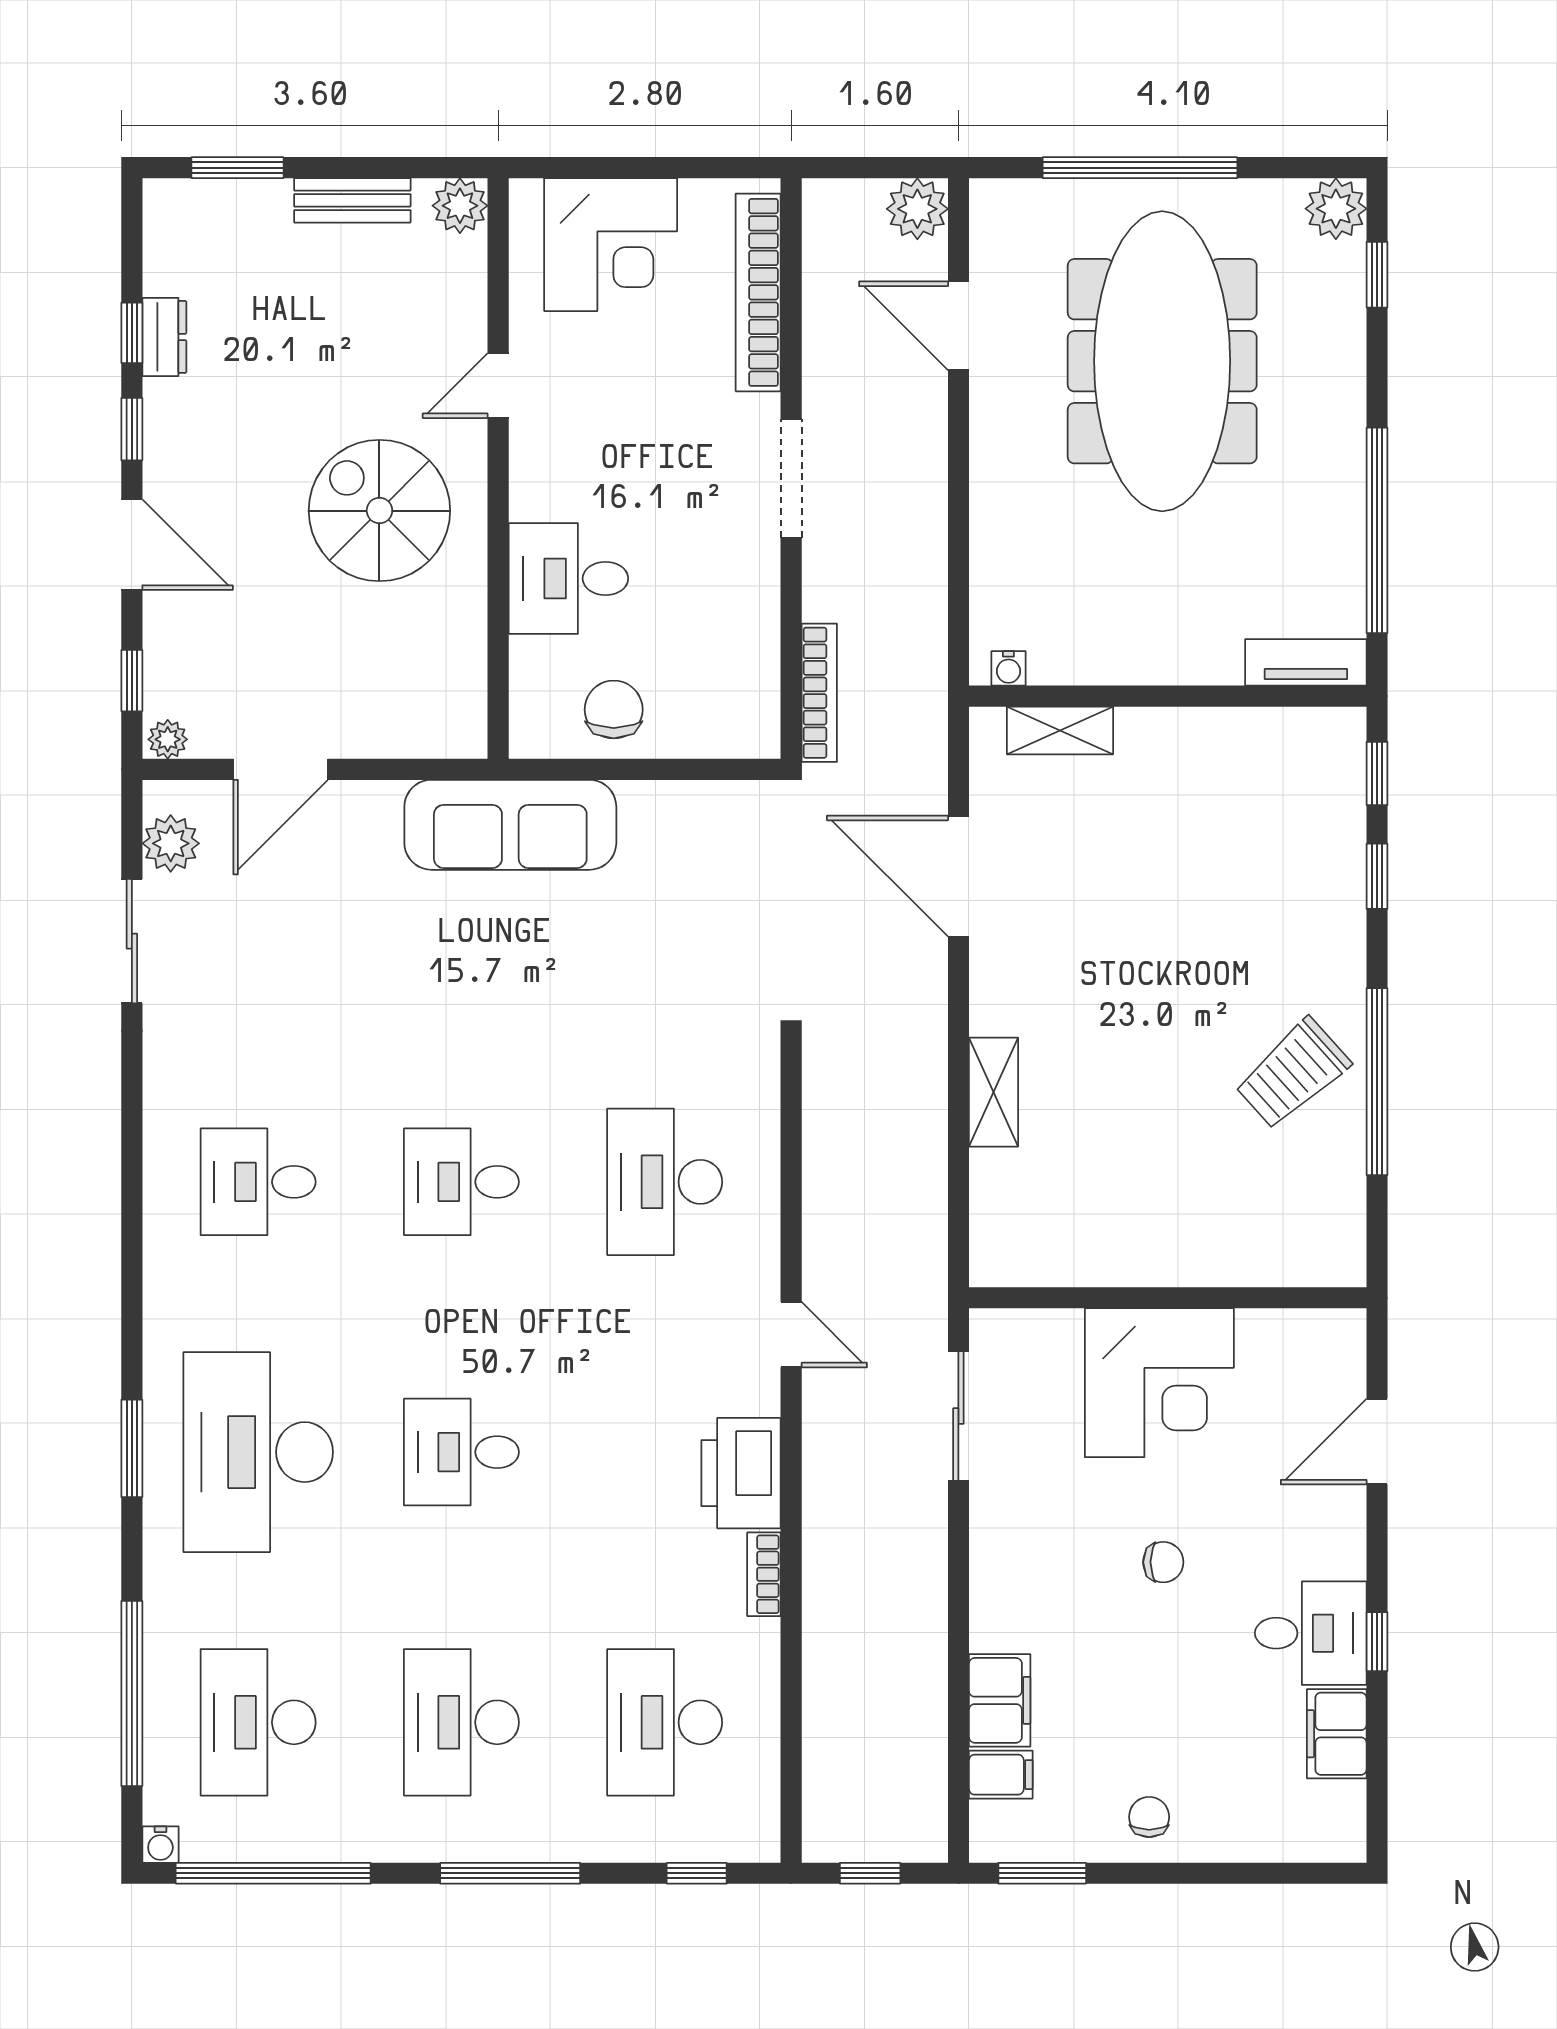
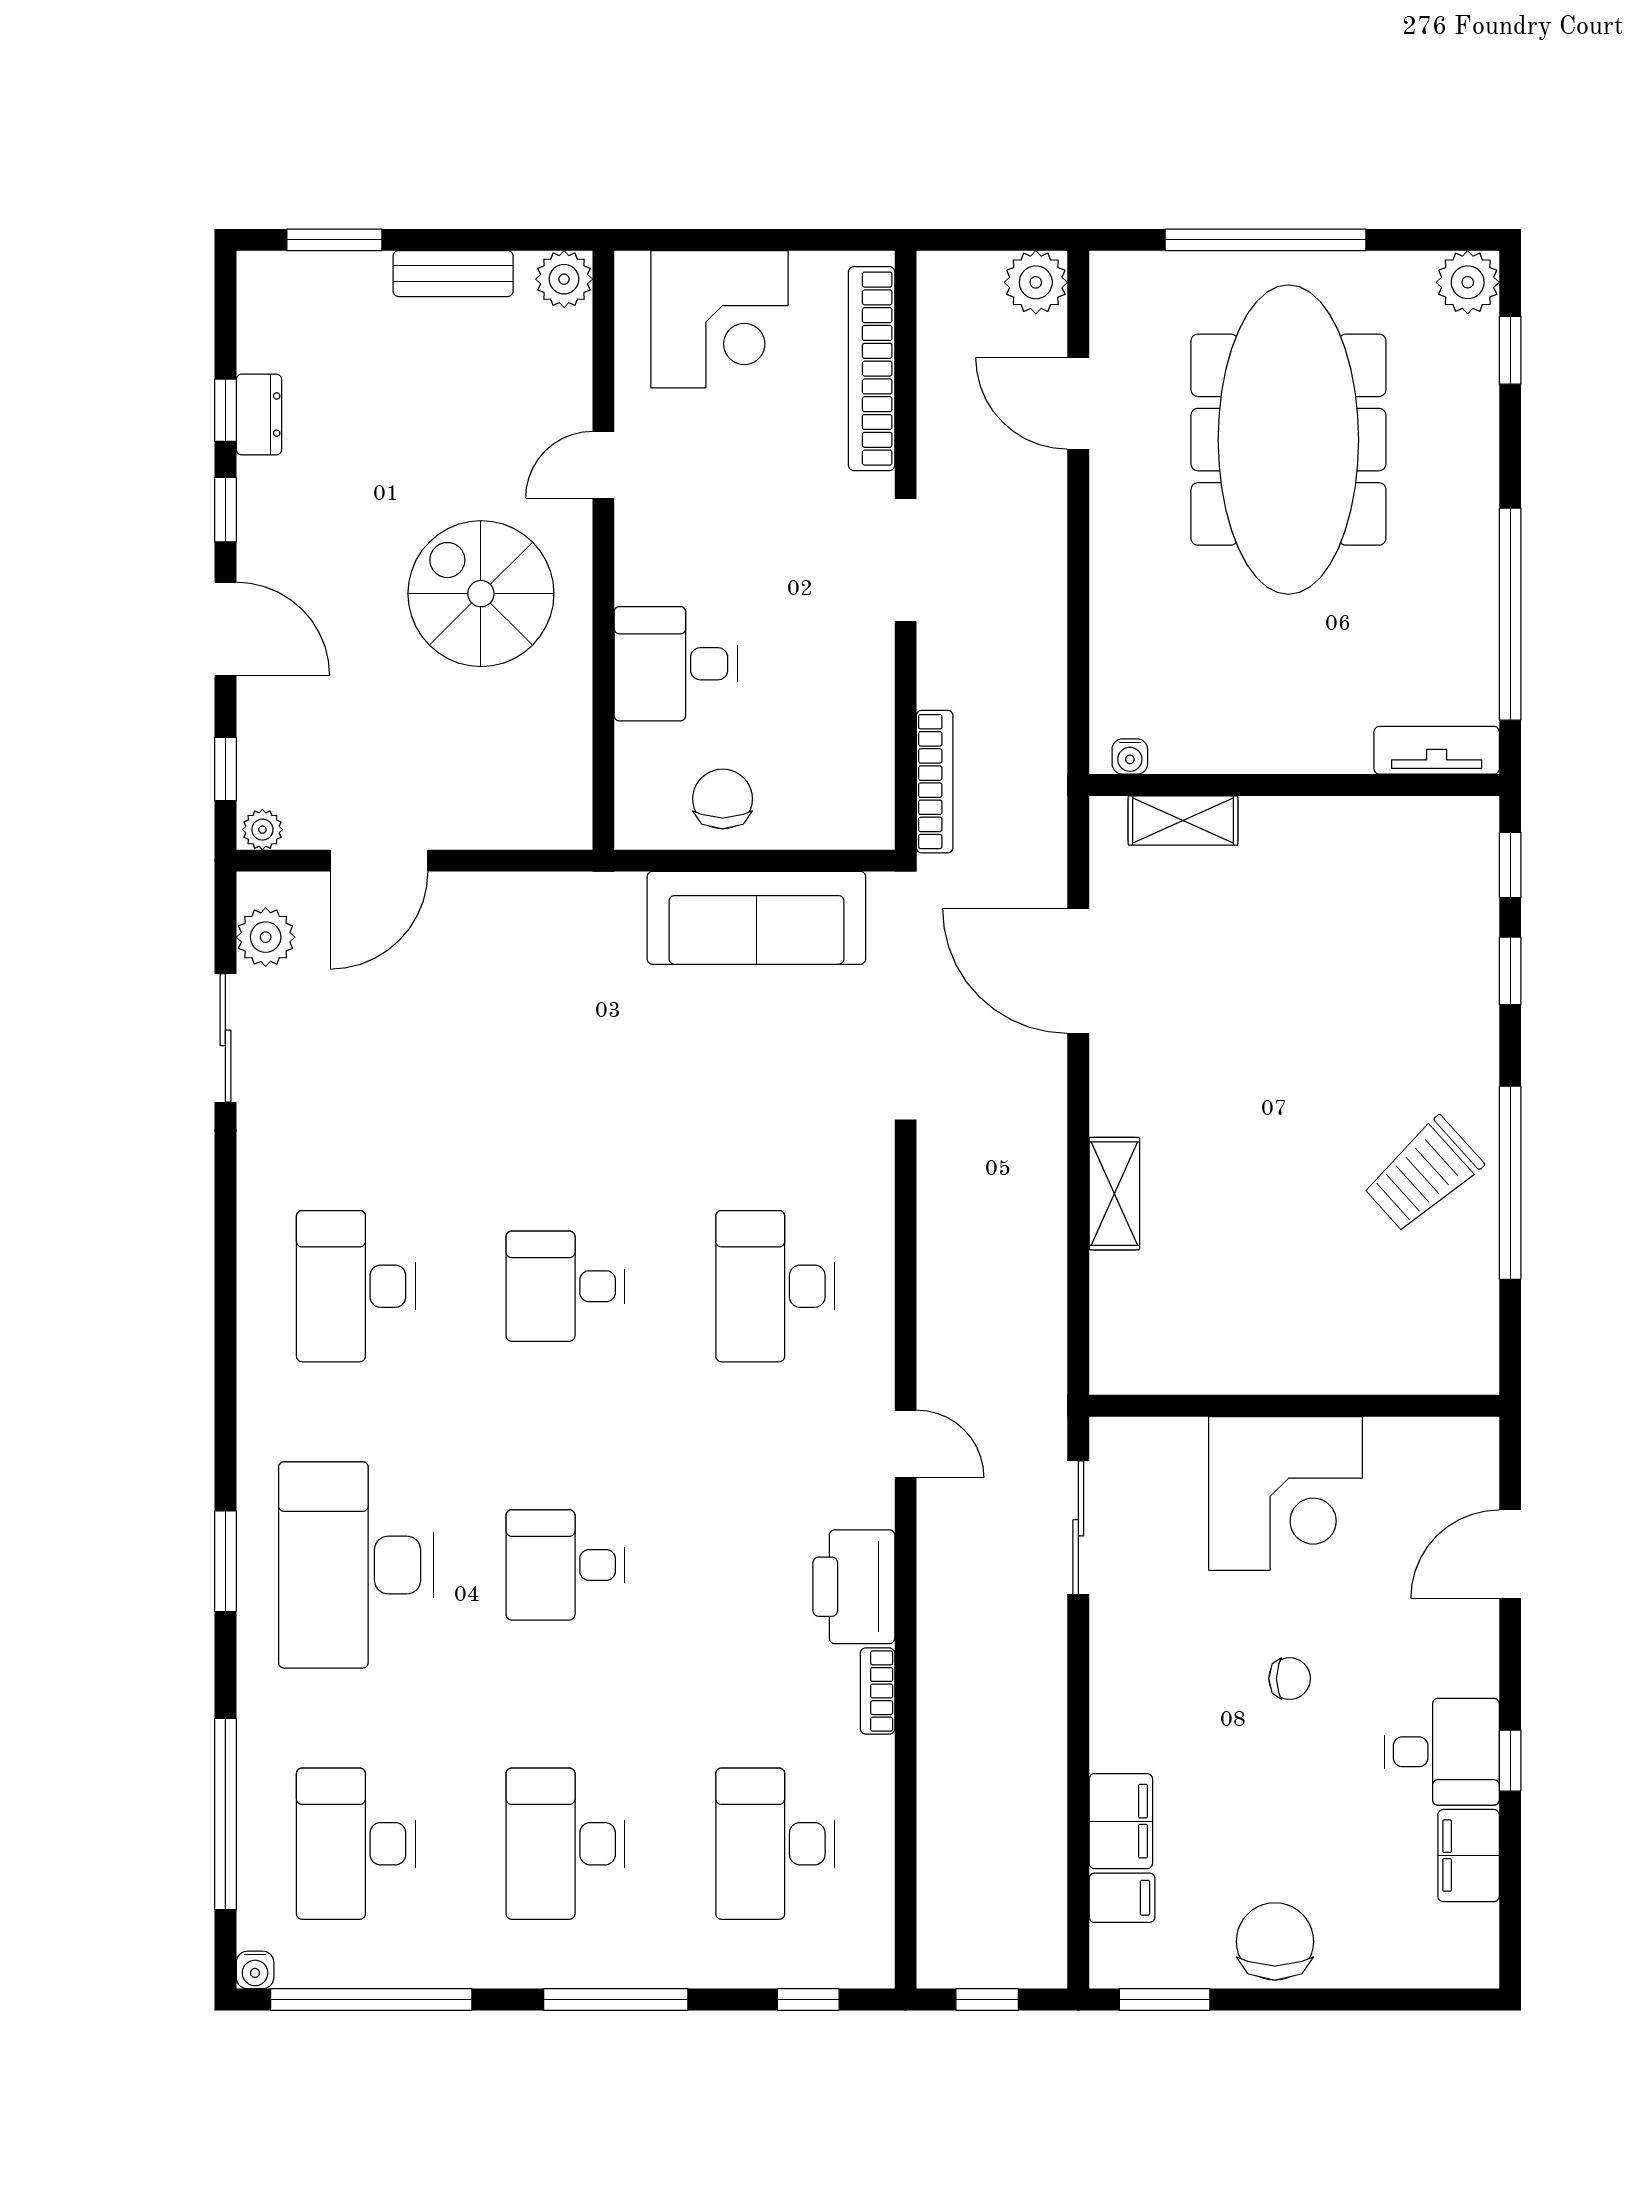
sofa: (510, 825) -> (756, 918), moved
desk: (258, 1182) -> (356, 1286), width x1.37
chair: (1149, 1817) -> (1275, 1941), width x1.87, depth x1.87

